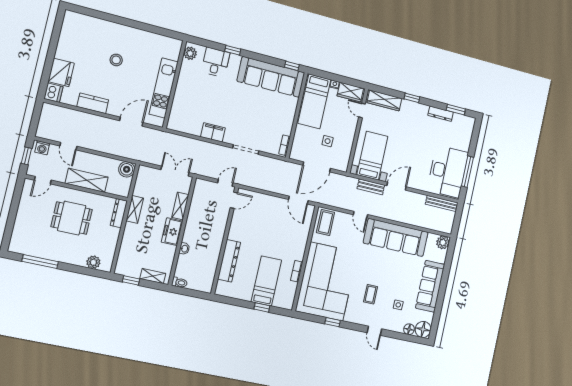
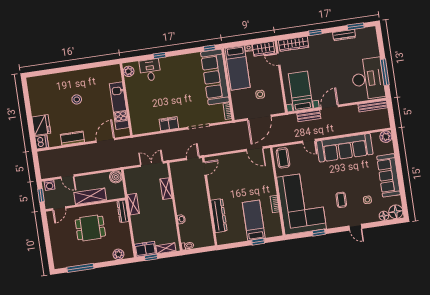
sofa: (271, 77) -> (215, 77), moved, turned 90
freezer: (172, 232) -> (145, 249), moved, turned 90

